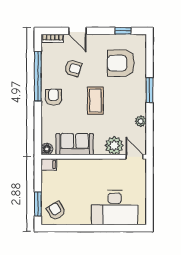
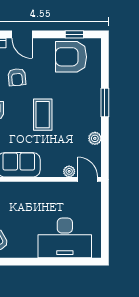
armchair: (121, 63) -> (71, 57), moved
armchair: (73, 68) -> (17, 77), turned 68
plant: (114, 146) -> (69, 171), width x0.53, depth x0.53

